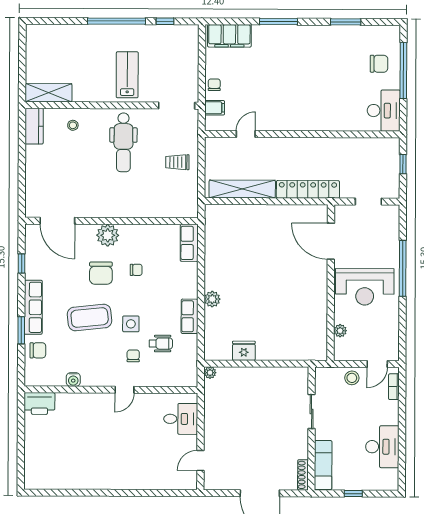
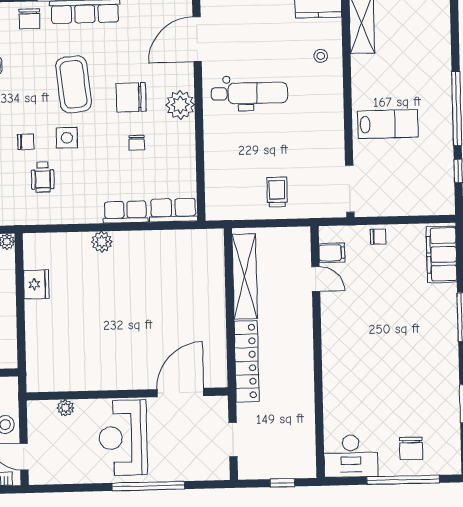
filing cabinet: (215, 108) -> (332, 253), moved, turned -90
dental chair: (123, 142) -> (249, 93), moved, turned 180
row of seats: (190, 316) -> (125, 212), moved

